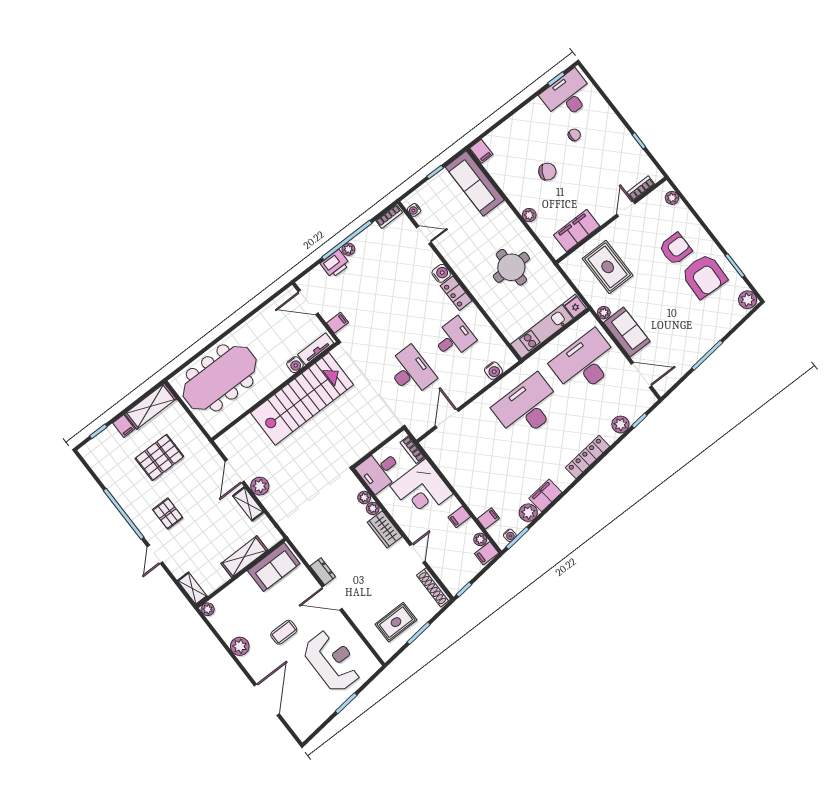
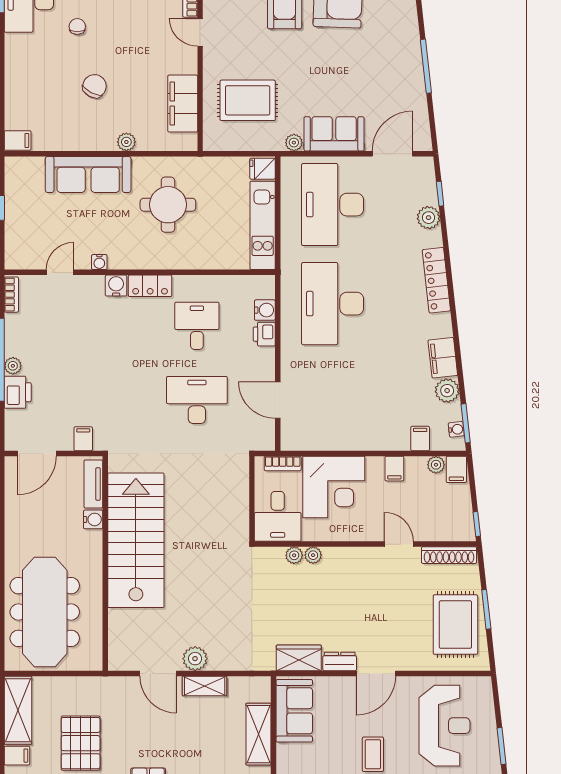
sofa: (475, 183) -> (88, 174), moved
water cooler: (414, 210) -> (99, 262), moved
printer: (479, 381) -> (264, 334), added
wardrobe: (385, 529) -> (299, 658), moved, turned 180
rug: (396, 622) -> (455, 625), width x1.36, depth x1.43
reception desk: (332, 661) -> (444, 726), turned 90

